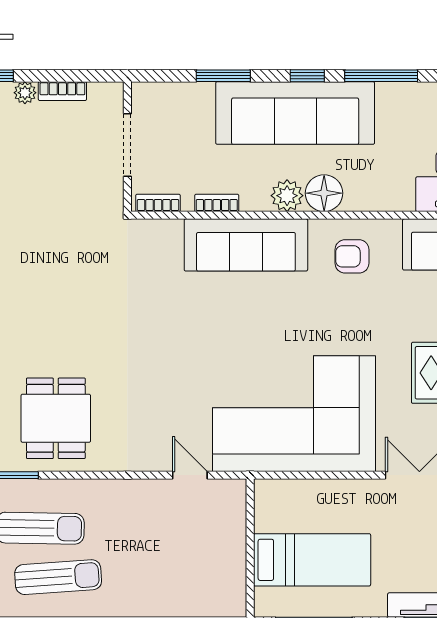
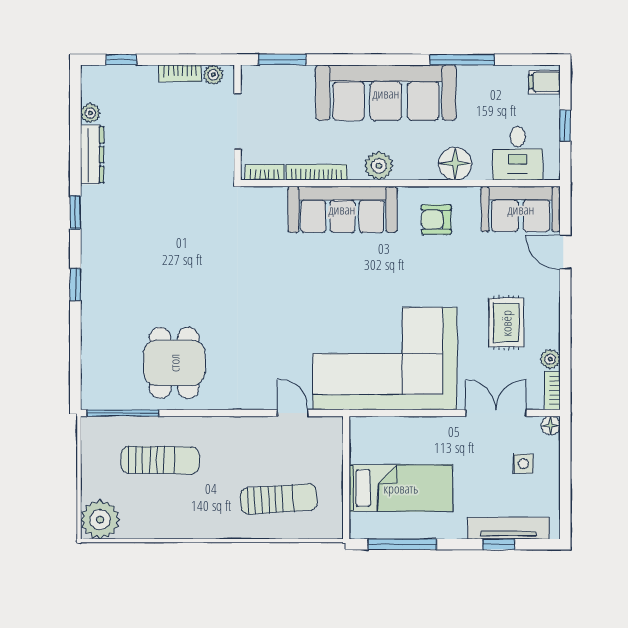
window: (223, 76) -> (282, 60), moved
window: (307, 76) -> (397, 60), removed
plant: (25, 93) -> (213, 75), moved
floor lamp: (324, 193) -> (455, 164), moved
bookcase: (217, 203) -> (317, 172), width x1.56
sun lounger: (58, 577) -> (279, 499), moved

